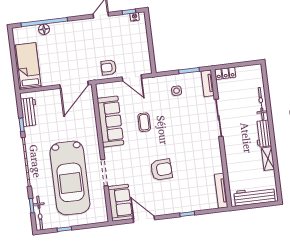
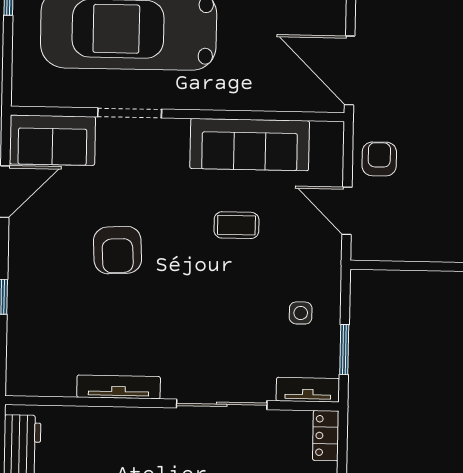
door: (132, 78) -> (347, 211), hinge flipped
tv unit: (221, 191) -> (119, 387), moved

